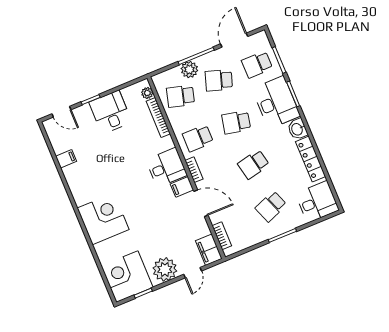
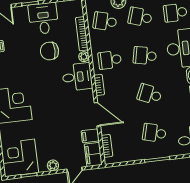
plant: (147, 93) -> (84, 57), moved
chair: (127, 147) -> (49, 51), added
school desk: (254, 164) -> (150, 94), turned 36
filing cabinet: (182, 187) -> (90, 136), moved
school desk: (271, 206) -> (154, 133), turned 36
plant: (165, 269) -> (53, 165), width x0.53, depth x0.53

